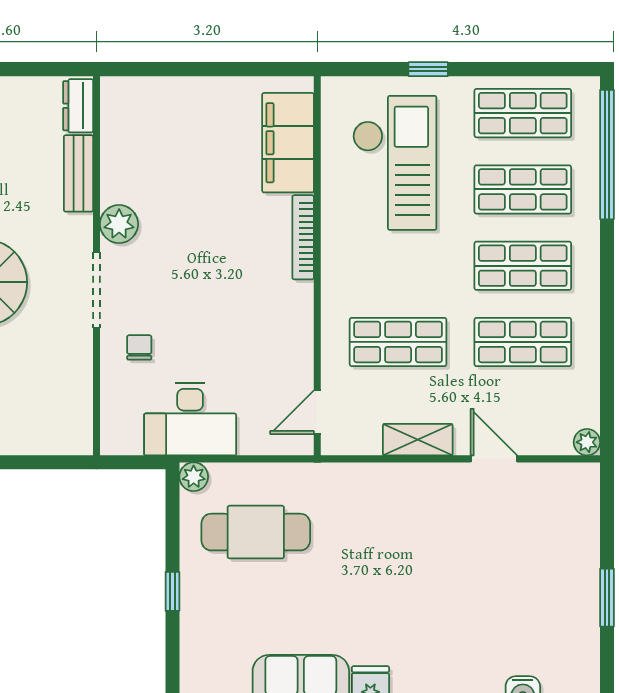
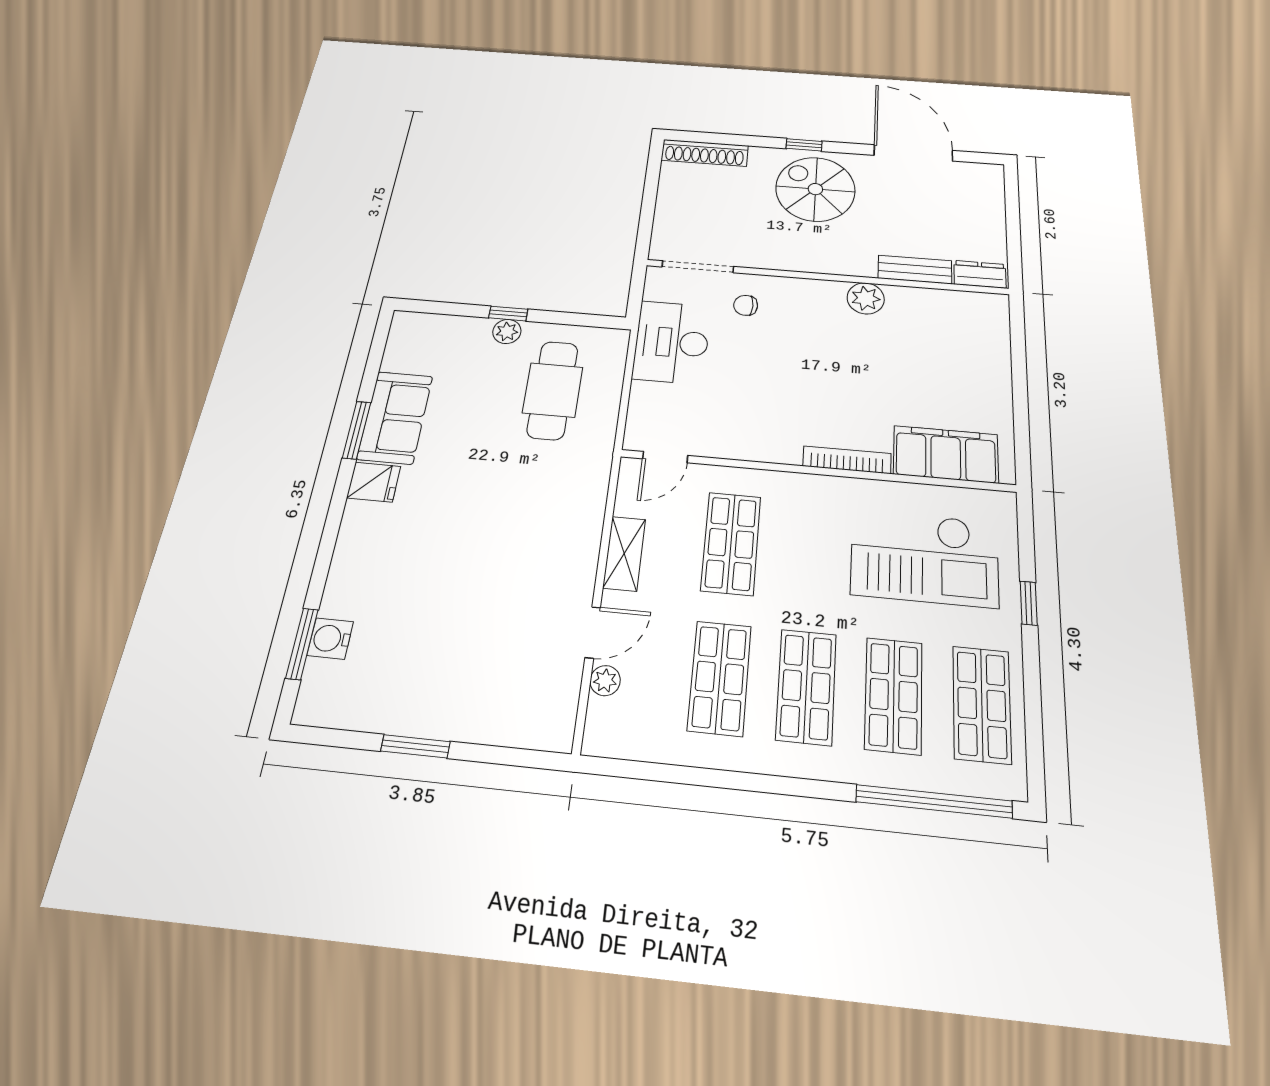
doorway: (97, 290) -> (698, 267), moved
chair: (139, 347) -> (746, 305), turned 180
door: (317, 412) -> (665, 457), swing flipped
plant: (587, 442) -> (605, 681), moved
plant: (194, 477) -> (507, 331), moved

